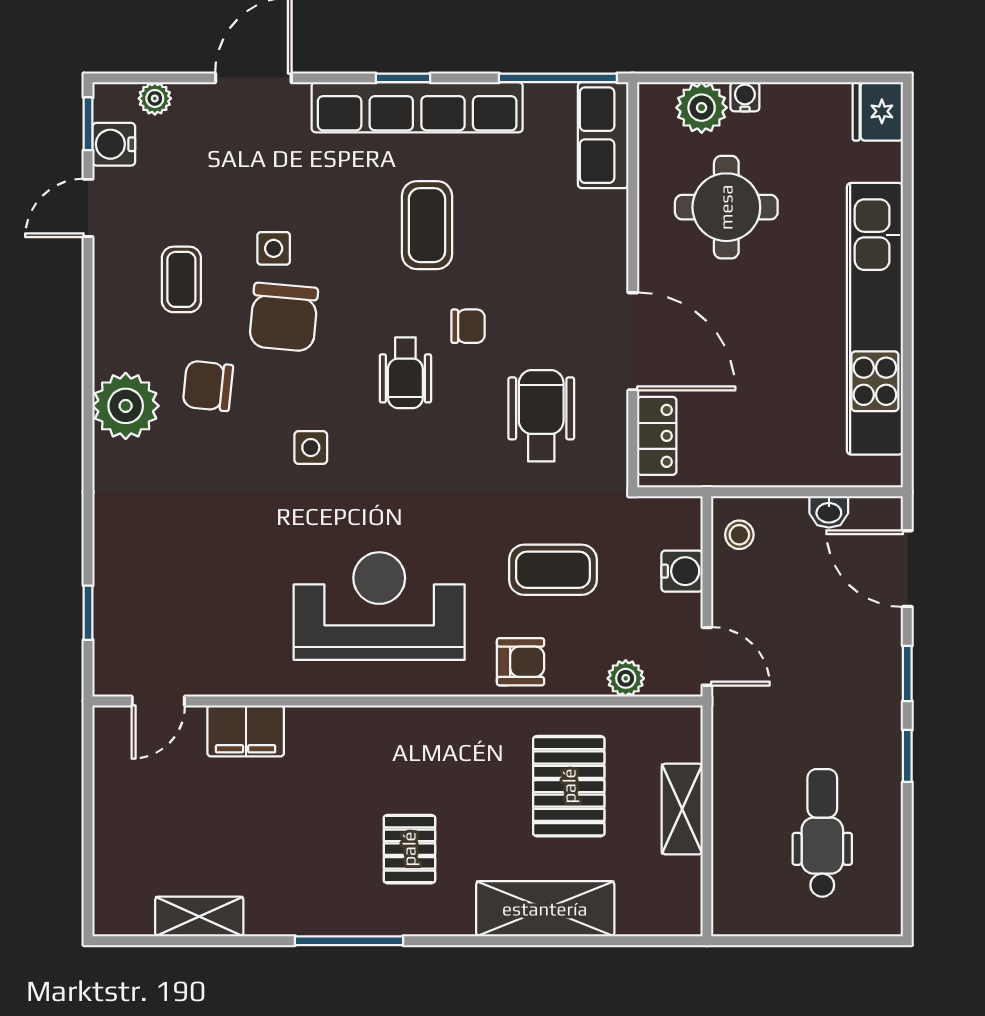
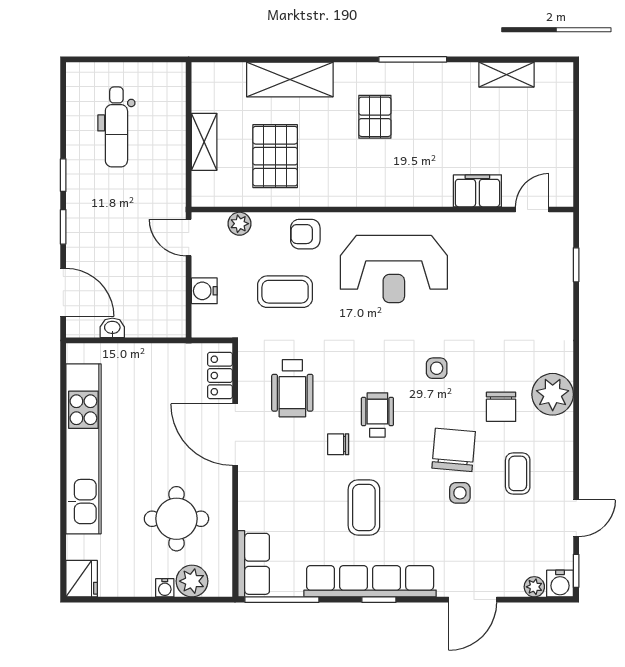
water cooler: (114, 144) -> (560, 584), moved, turned 90
chair: (208, 386) -> (501, 407), turned 84
stool: (739, 535) -> (168, 314), removed

